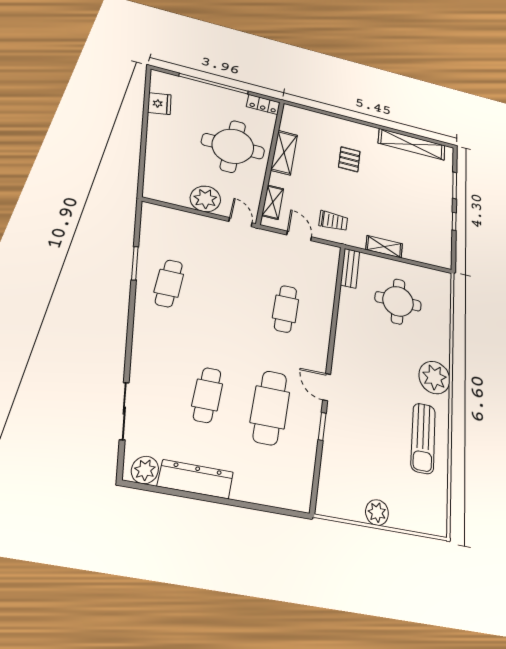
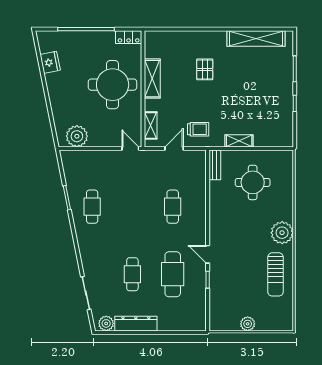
plant: (205, 199) -> (77, 136), moved
door: (299, 236) -> (174, 148), hinge flipped

